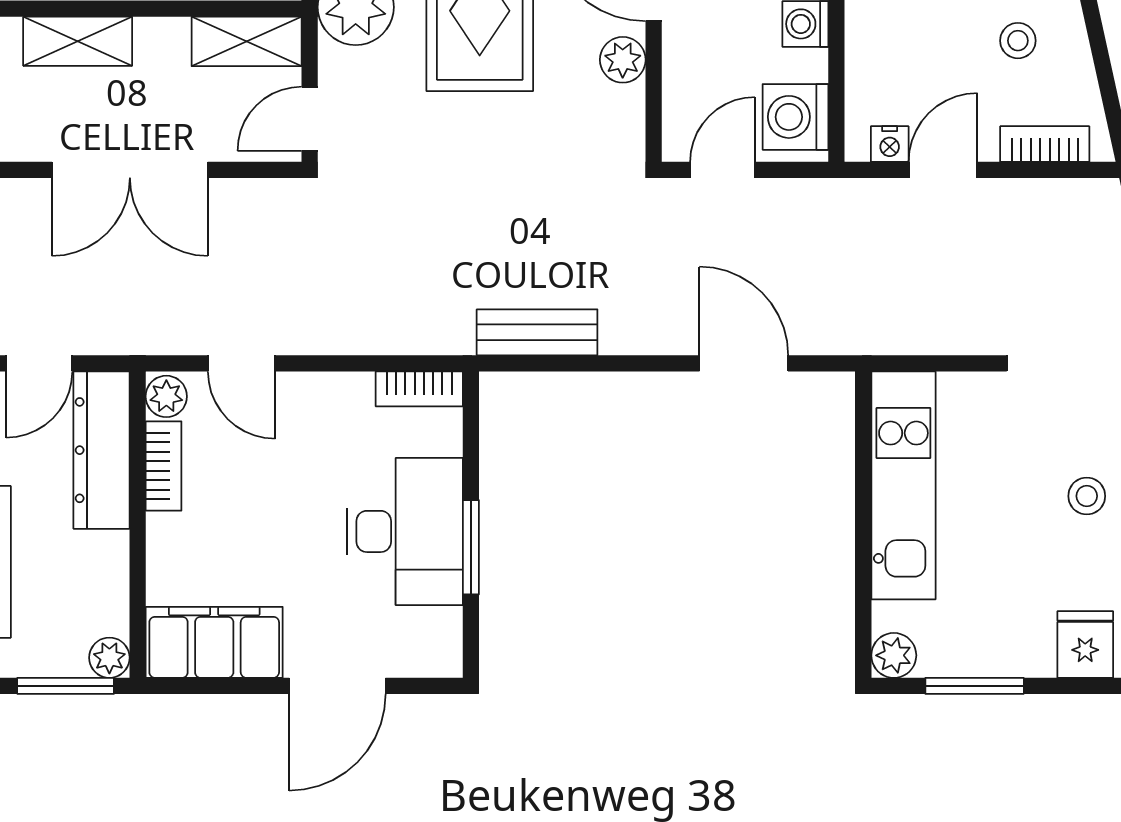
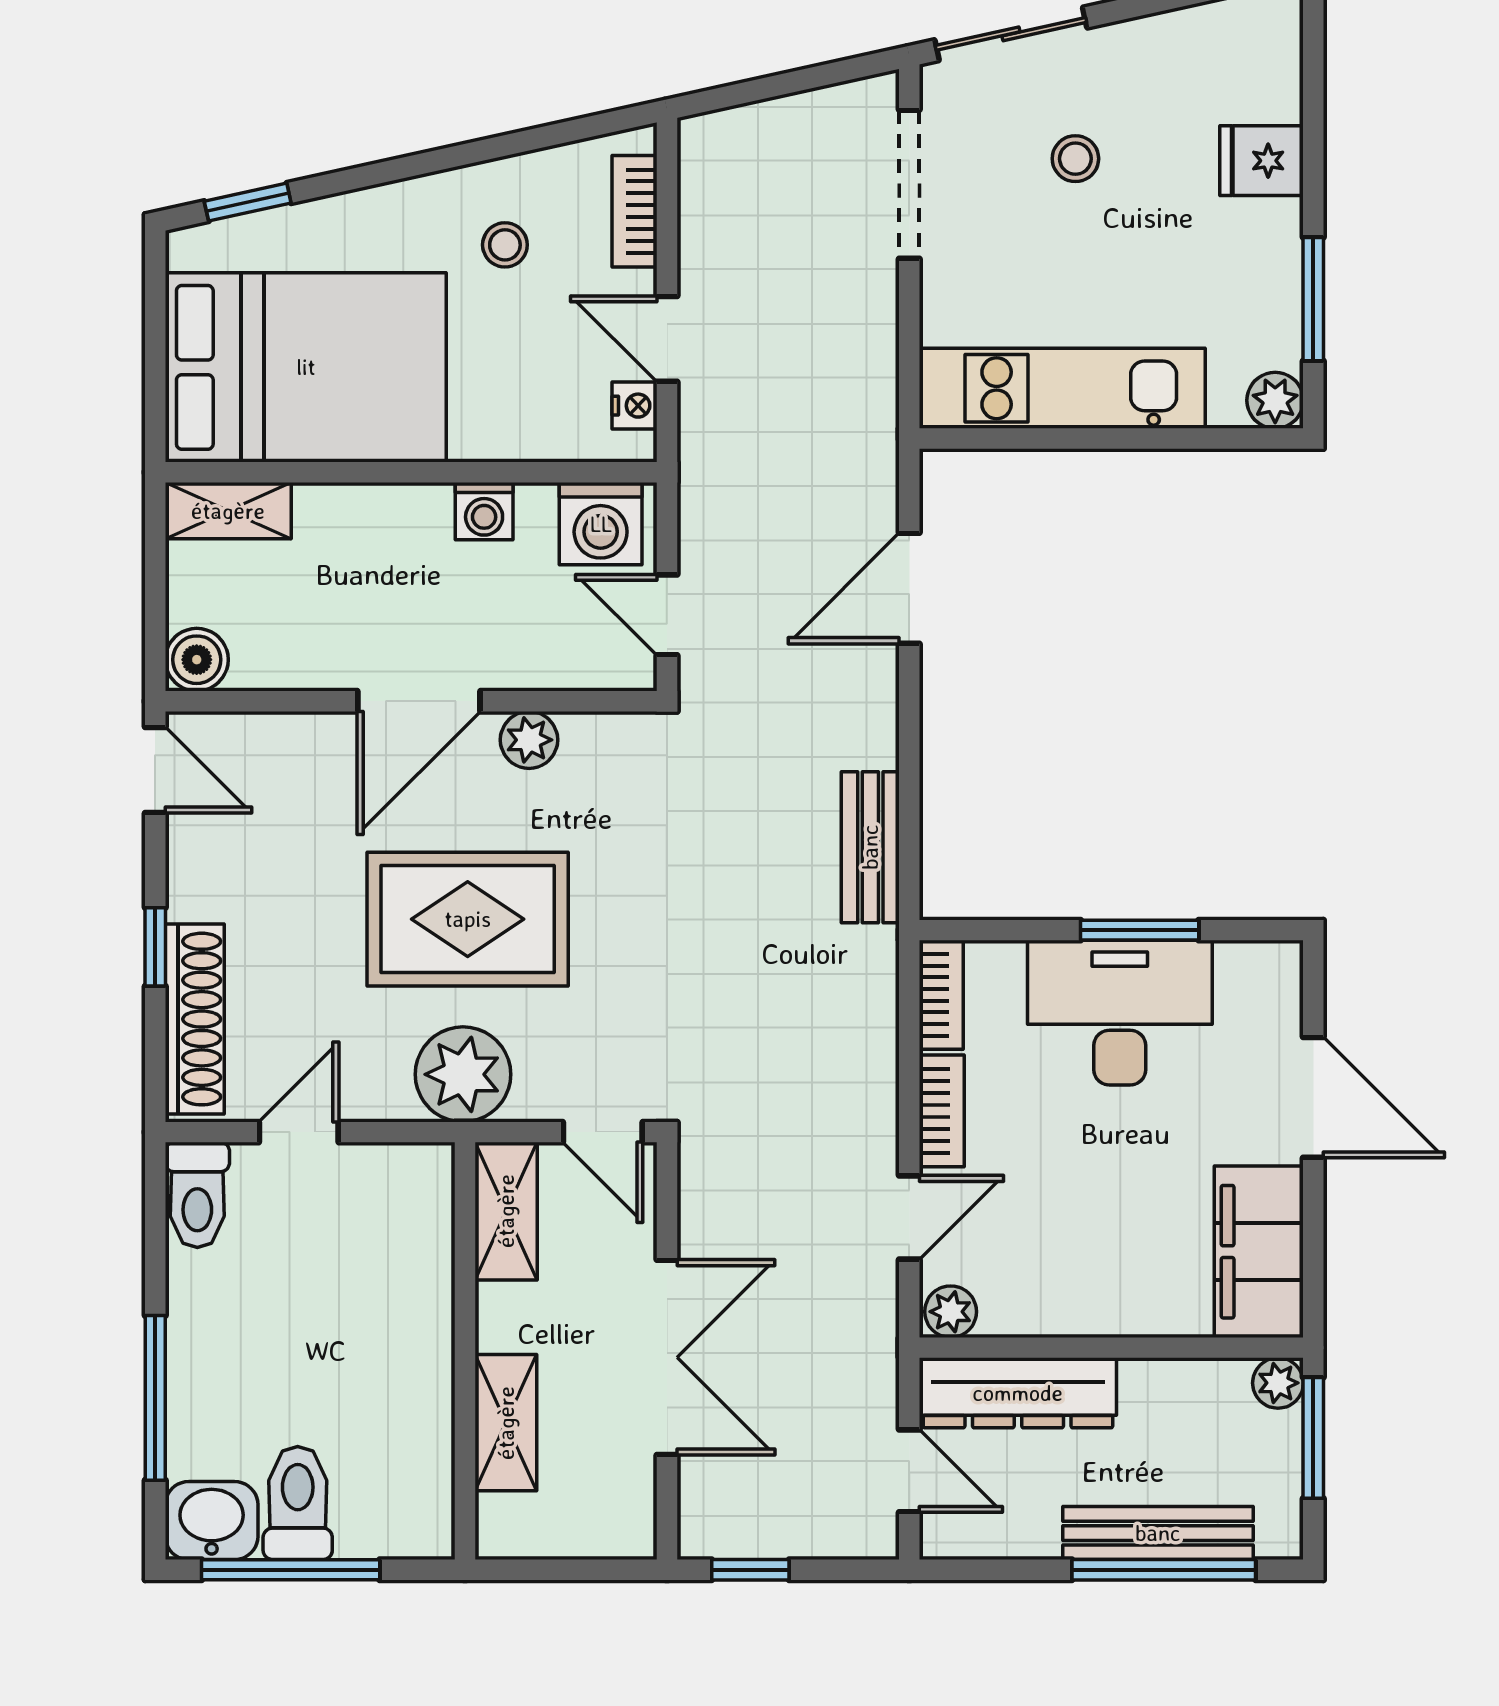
bookcase: (164, 466) -> (942, 1111), moved, turned 90

